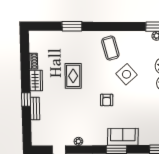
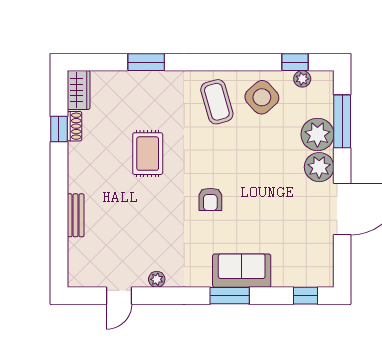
side table: (127, 74) -> (262, 97), moved
wardrobe: (36, 81) -> (79, 90), moved
window: (26, 99) -> (59, 129), moved

